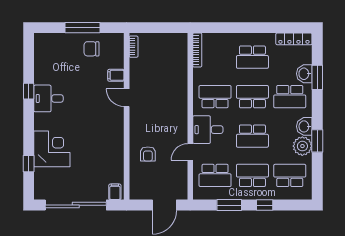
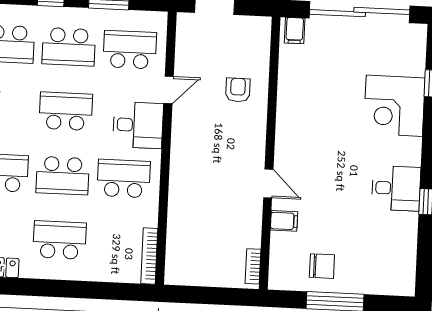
school desk: (215, 97) -> (124, 178), turned 180

